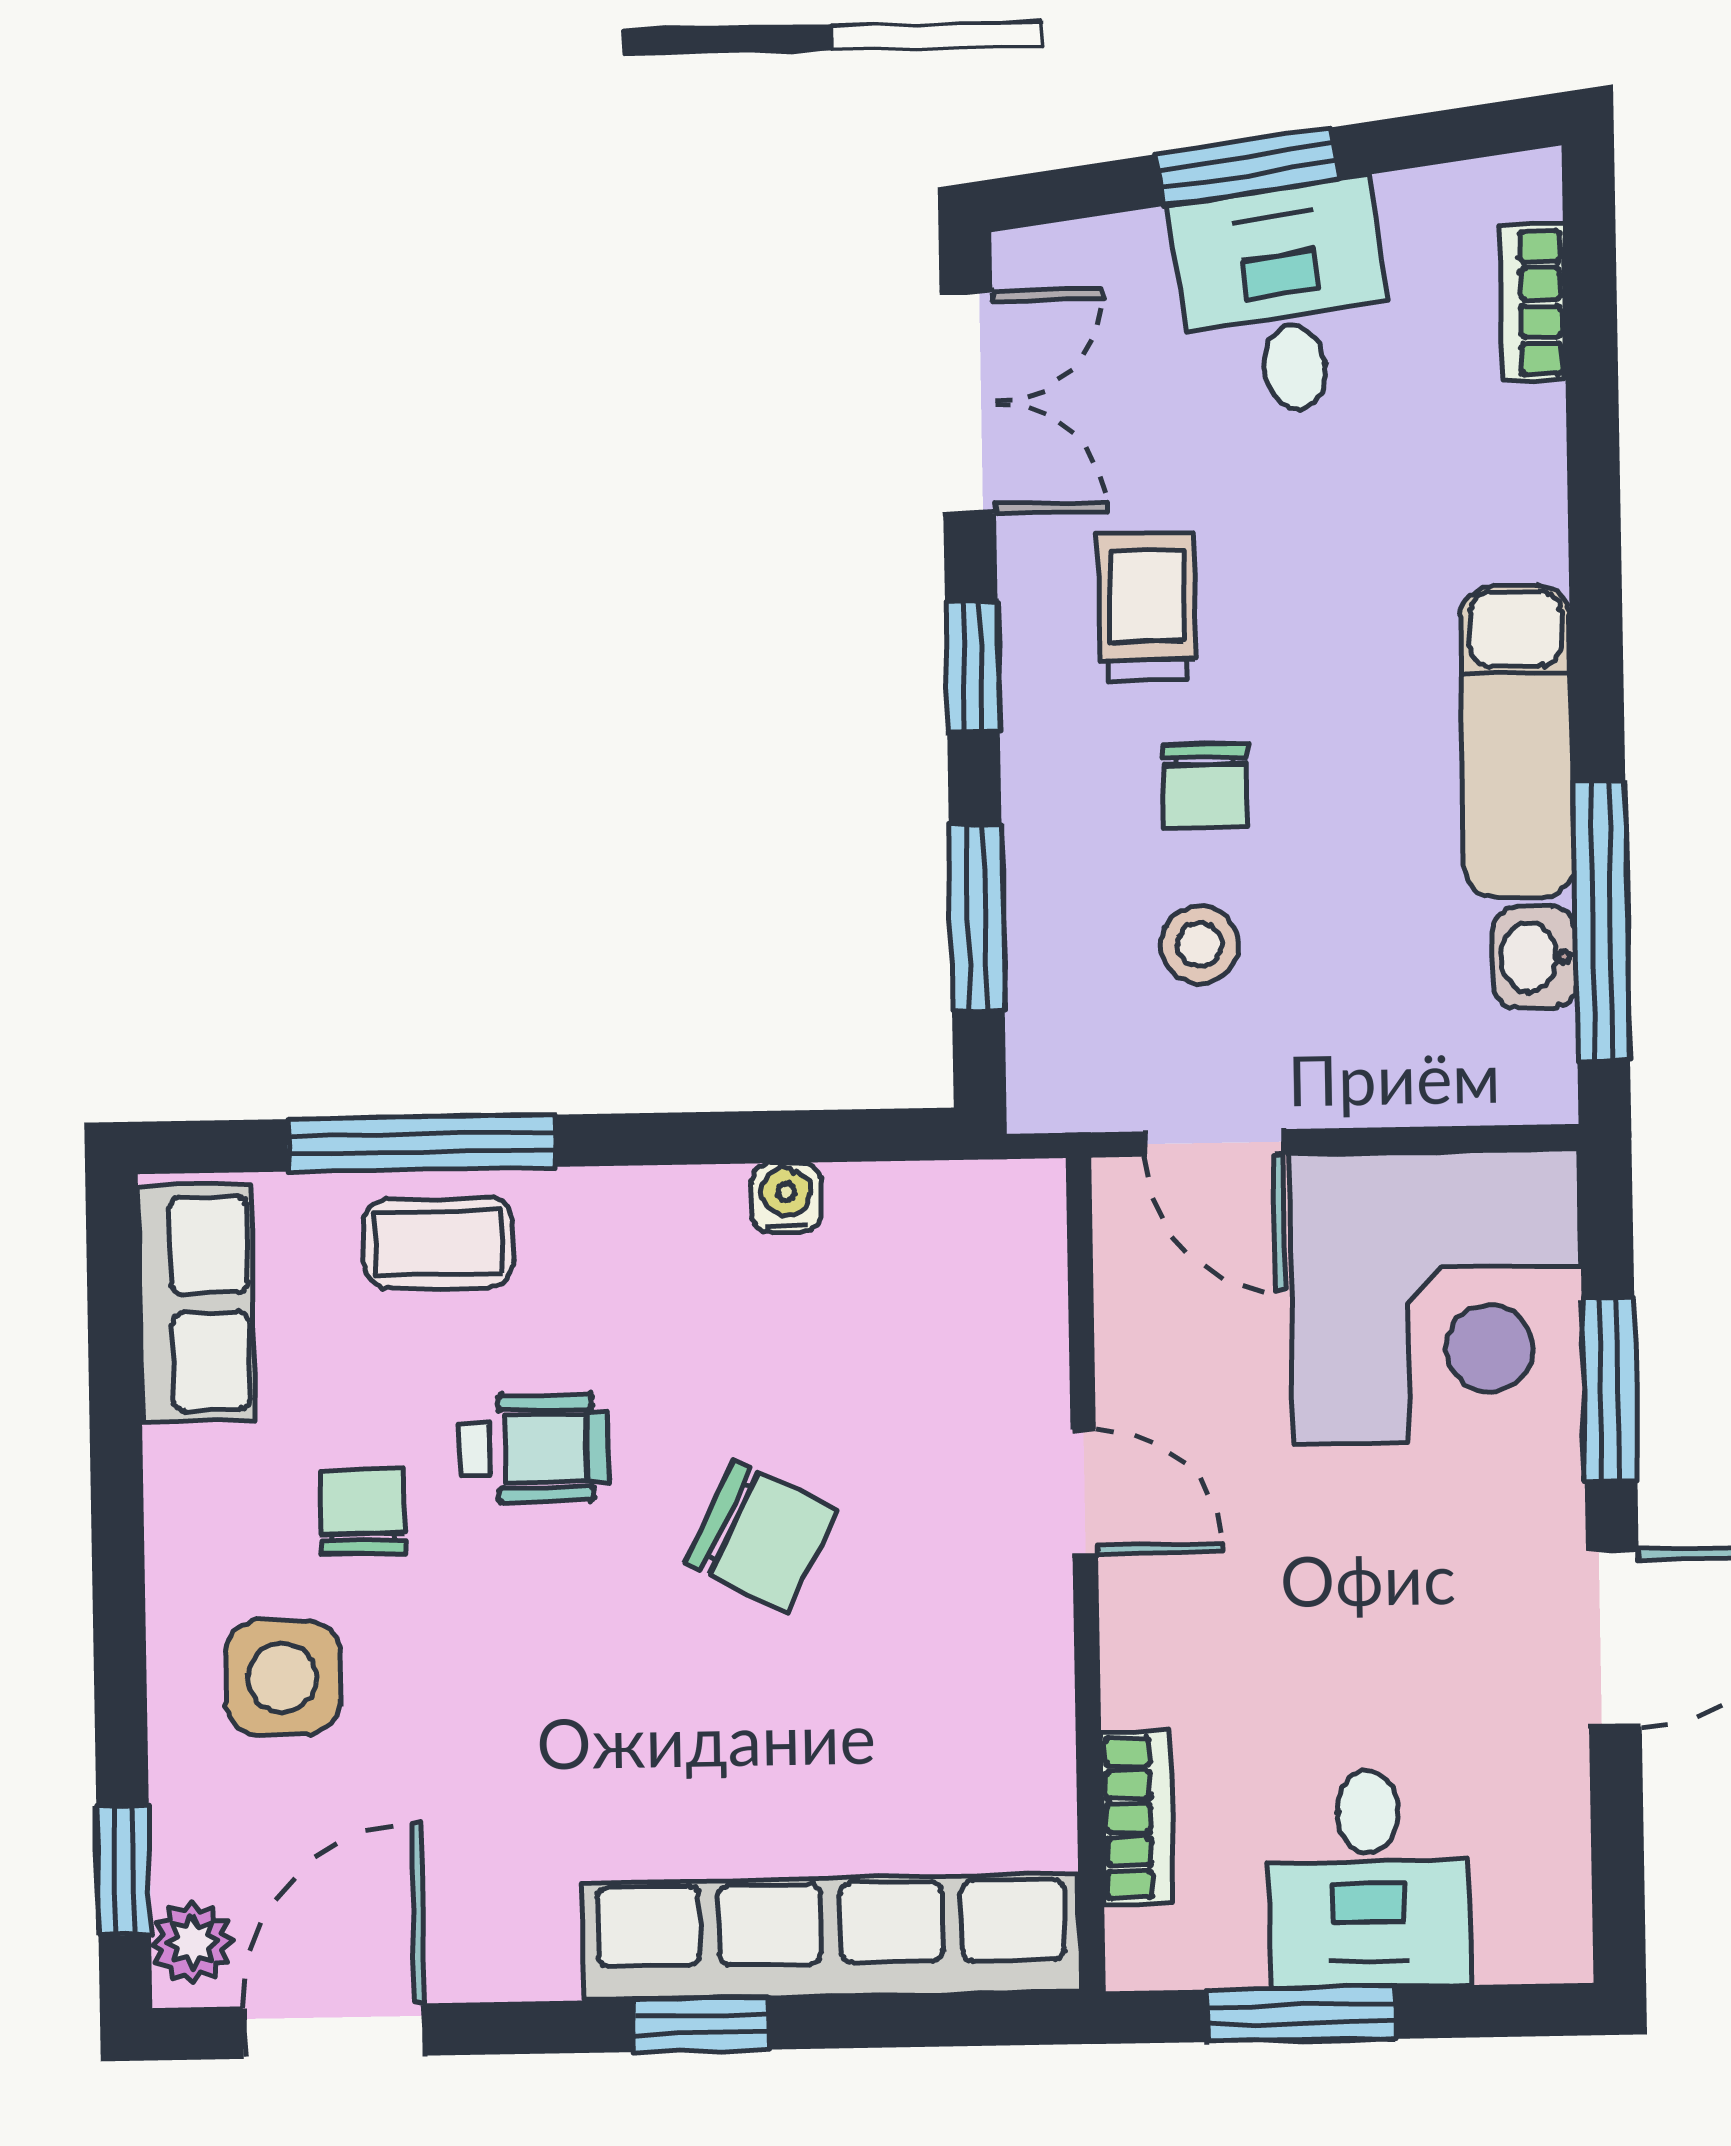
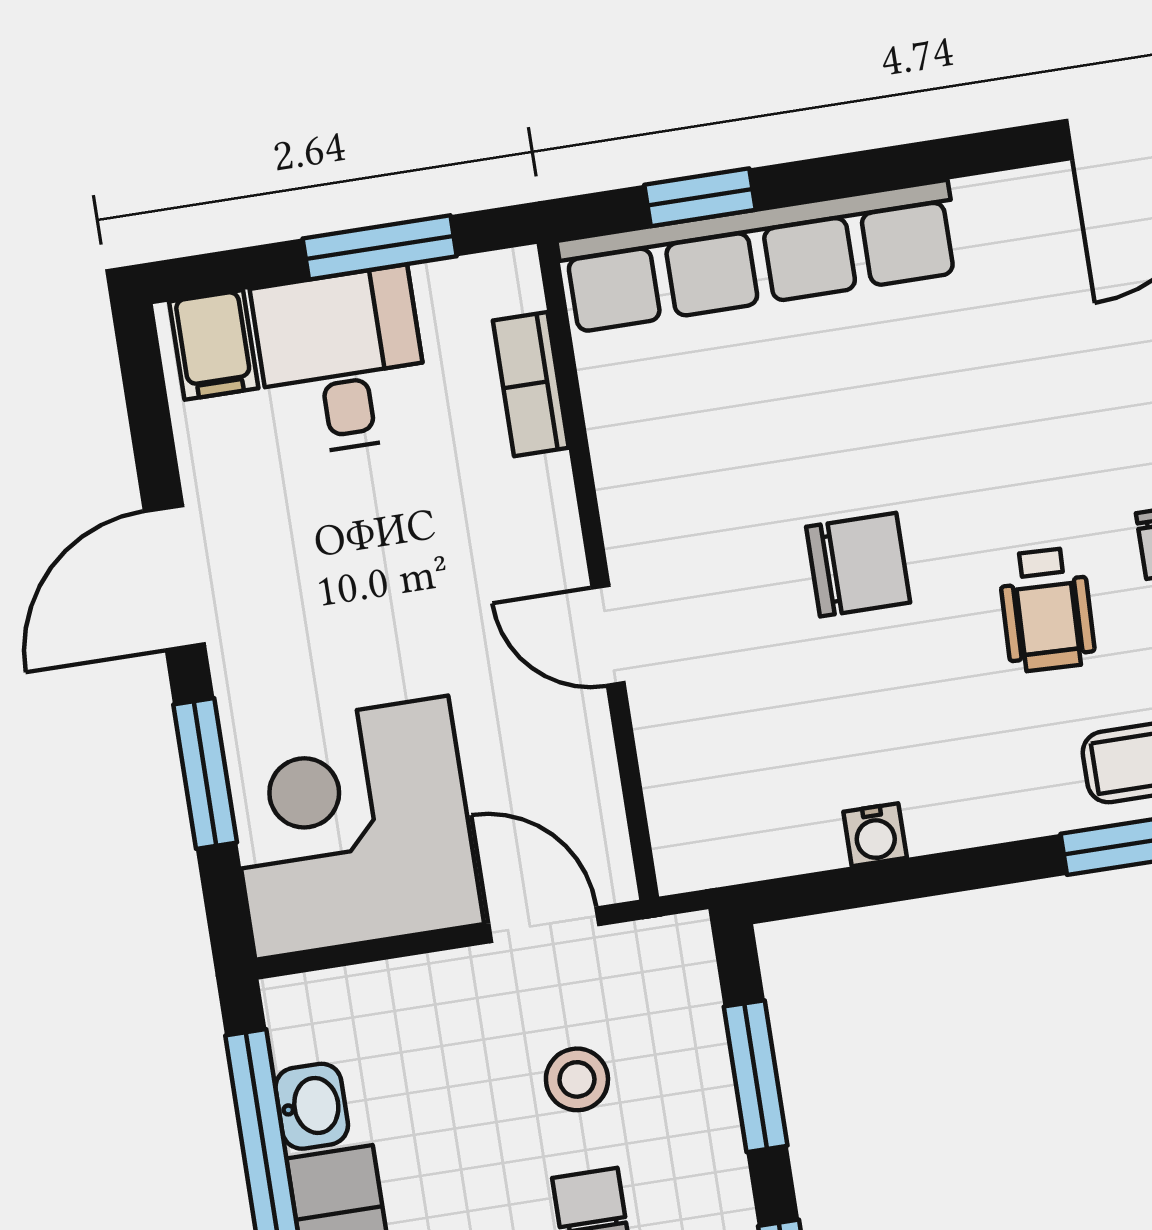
wheelchair: (534, 1448) -> (1047, 610), turned -88
chair: (761, 1537) -> (858, 565), turned 153
filing cabinet: (1525, 1922) -> (214, 345), added
window: (700, 2025) -> (700, 197), moved

